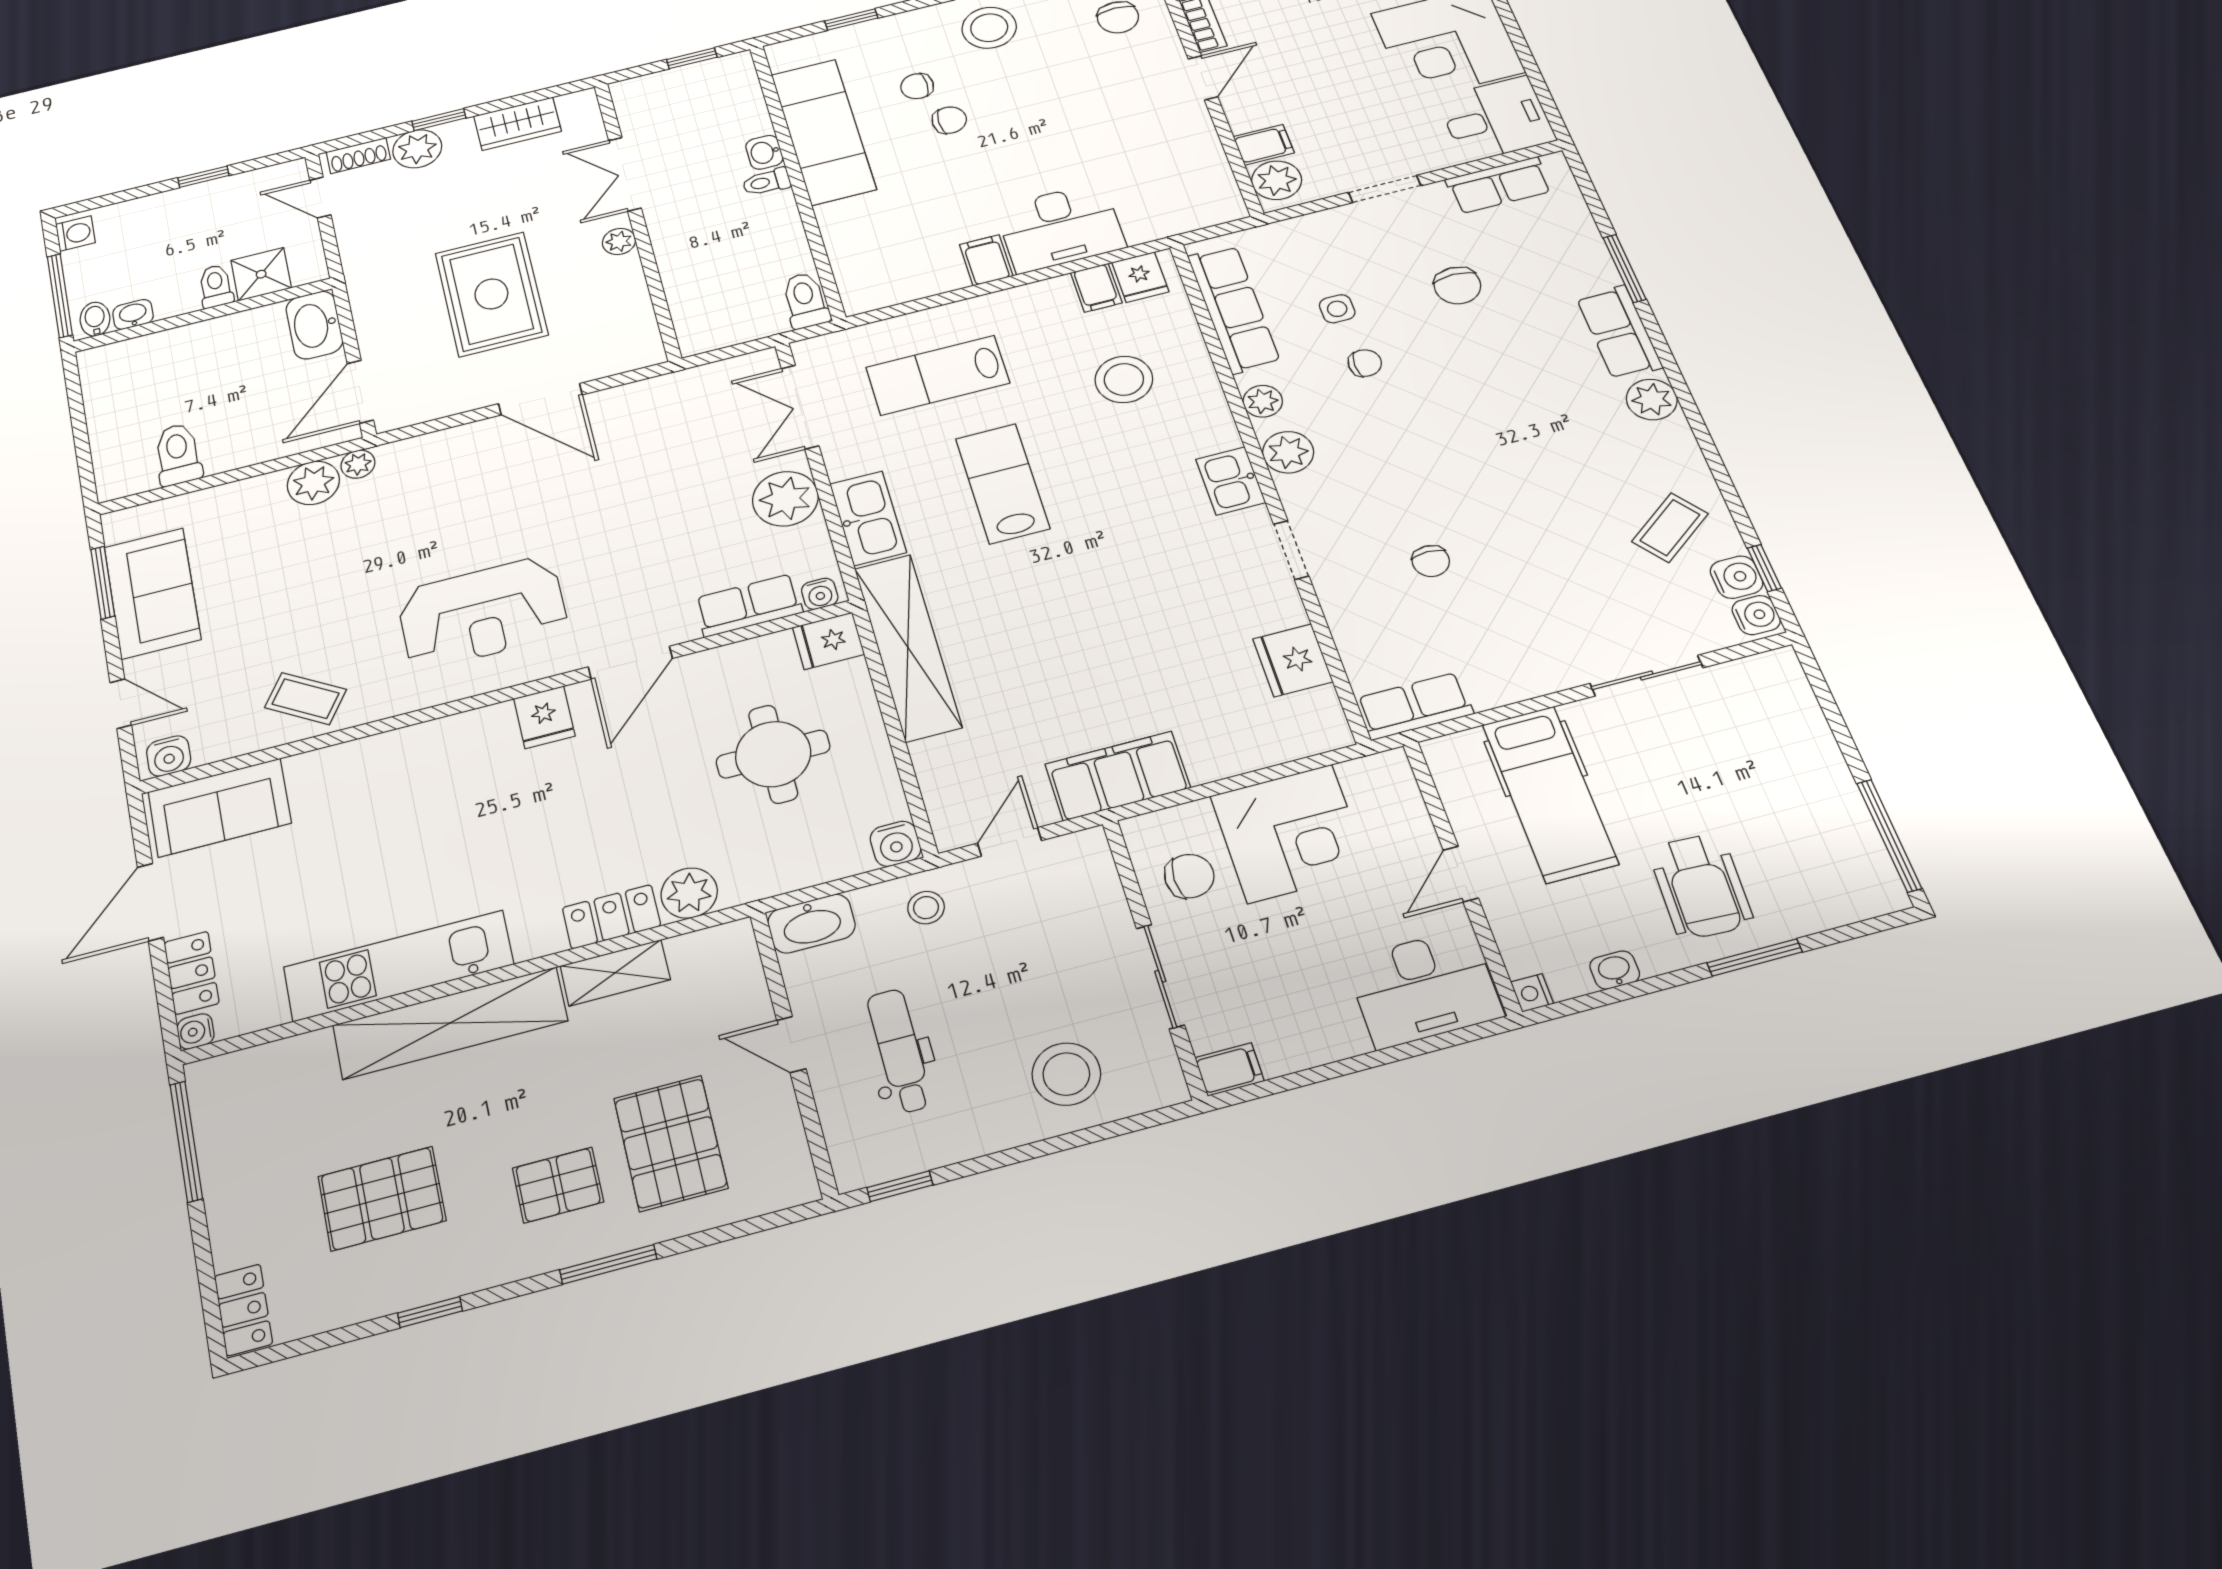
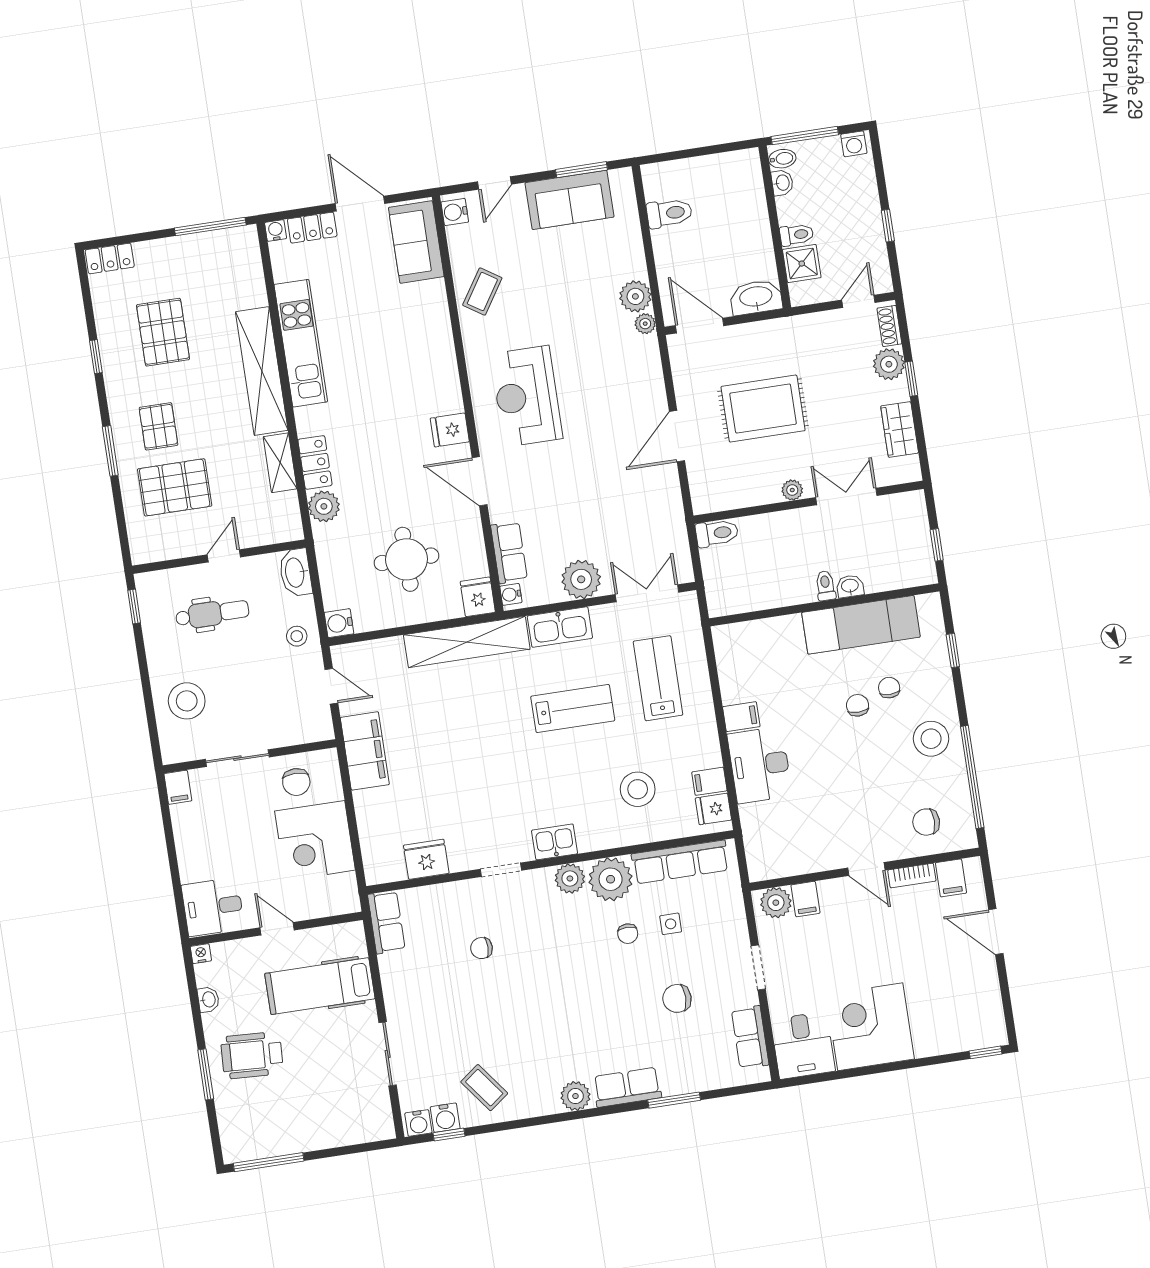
chair: (949, 120) -> (858, 705), turned 180
toilet: (805, 300) -> (717, 533), moved
plant: (1263, 401) -> (611, 879), width x1.87, depth x1.87
desk: (1424, 988) -> (213, 907), width x0.73

